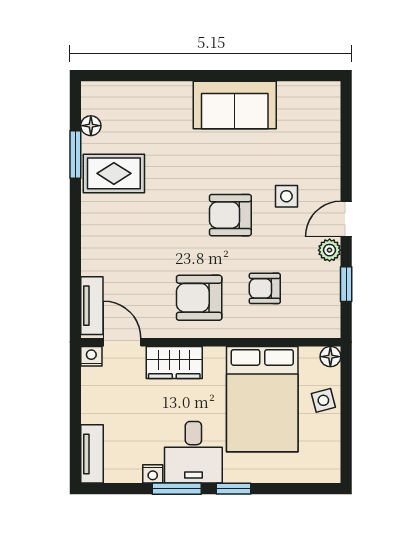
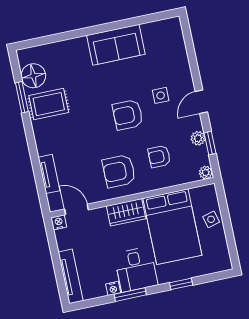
floor lamp: (91, 126) -> (33, 76), width x1.89, depth x1.89
plant: (330, 250) -> (198, 138), moved
tv unit: (92, 306) -> (49, 174), moved
plant: (330, 328) -> (206, 173), added
floor lamp: (330, 357) -> (210, 191), removed
wardrobe: (174, 363) -> (126, 212), moved
tv unit: (92, 454) -> (71, 276), width x1.41
window: (233, 489) -> (181, 284), moved

